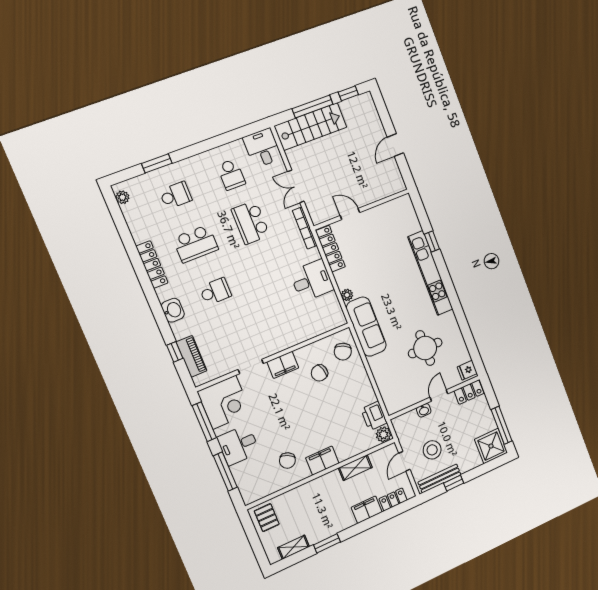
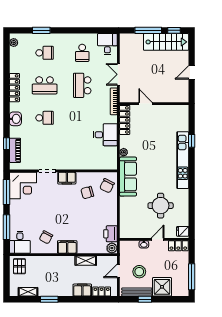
stairs: (311, 127) -> (166, 42), moved
desk: (238, 445) -> (20, 242), moved, turned -90
shower: (491, 446) -> (162, 287), moved

